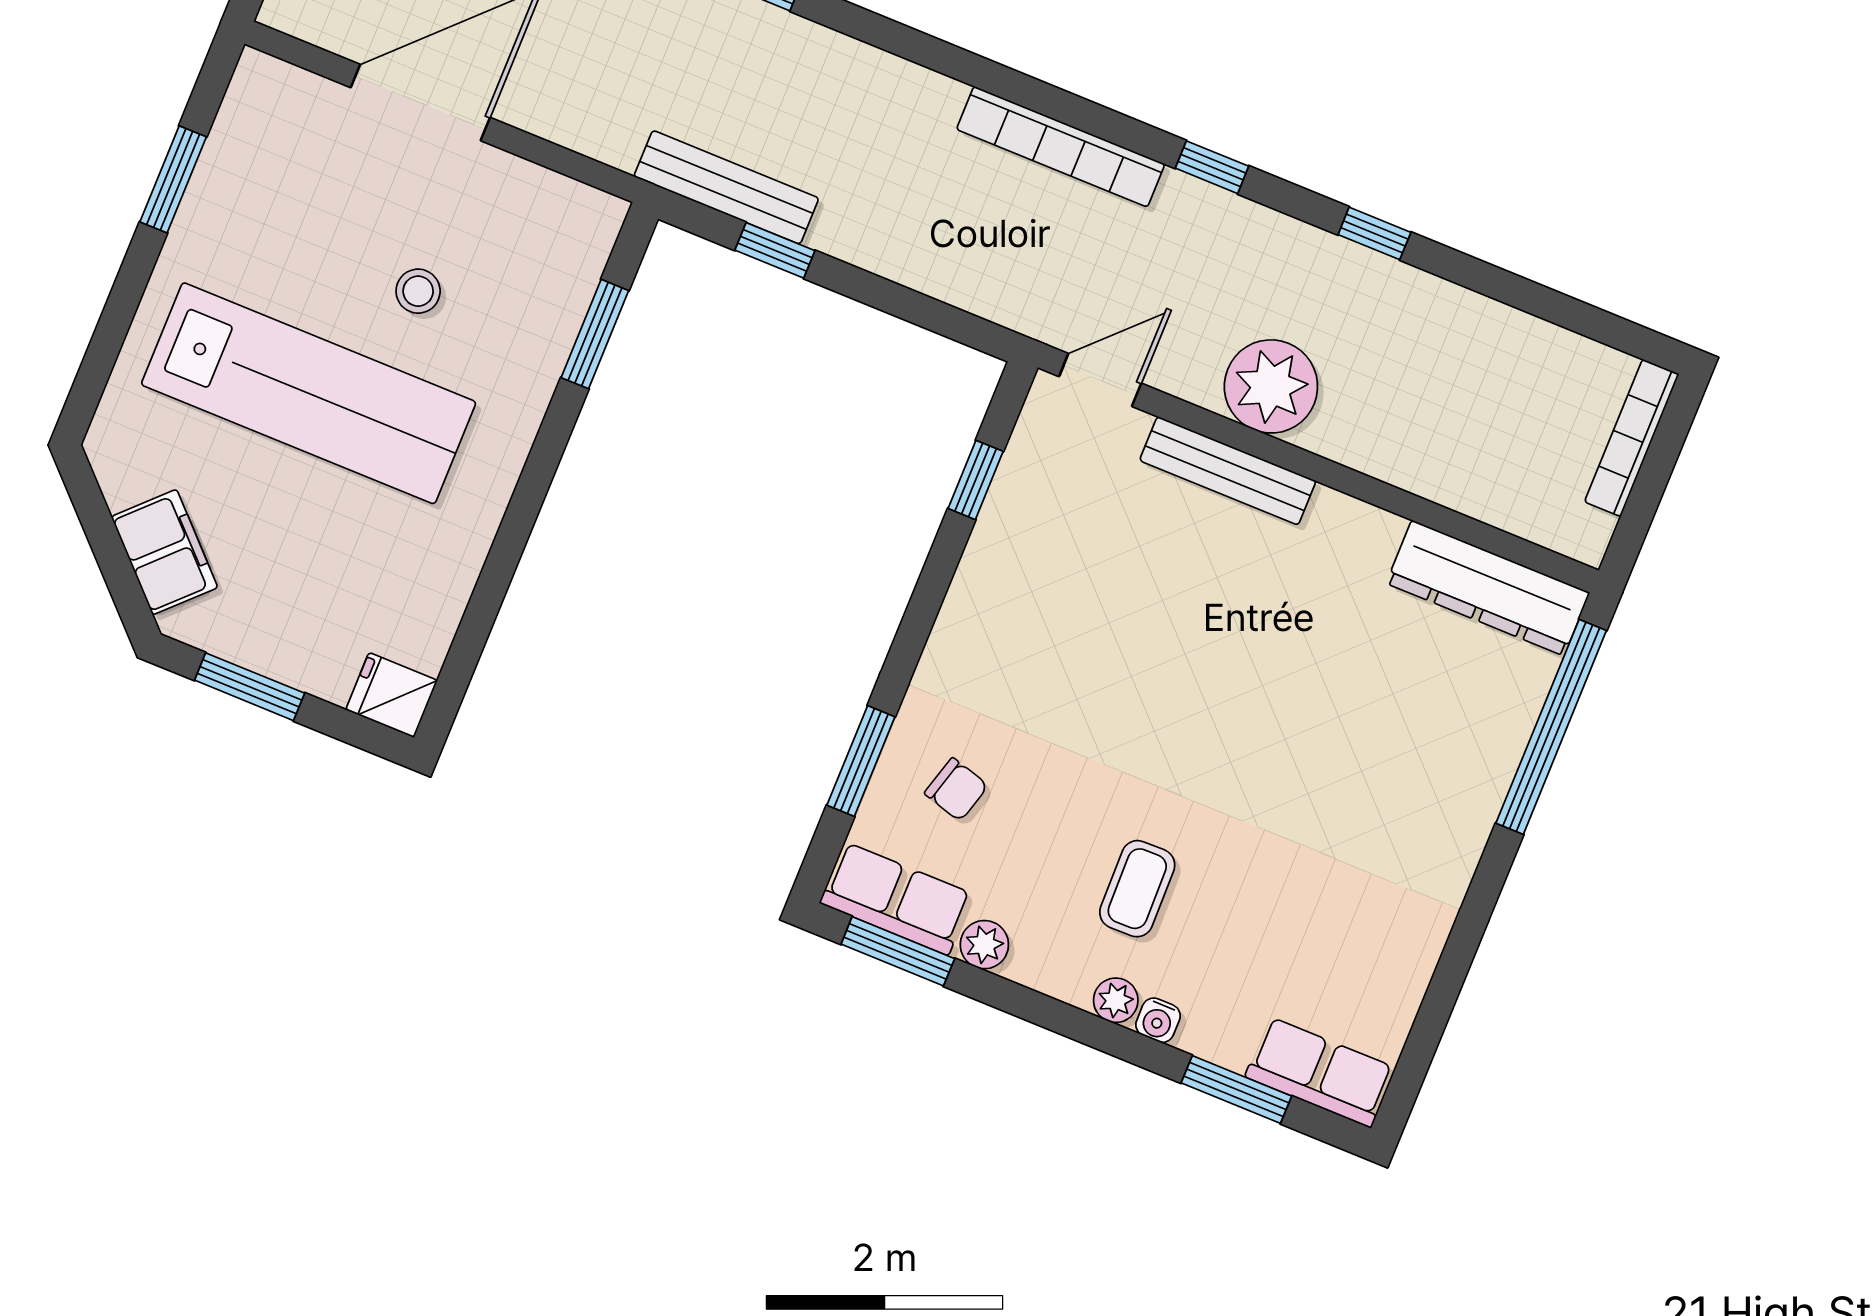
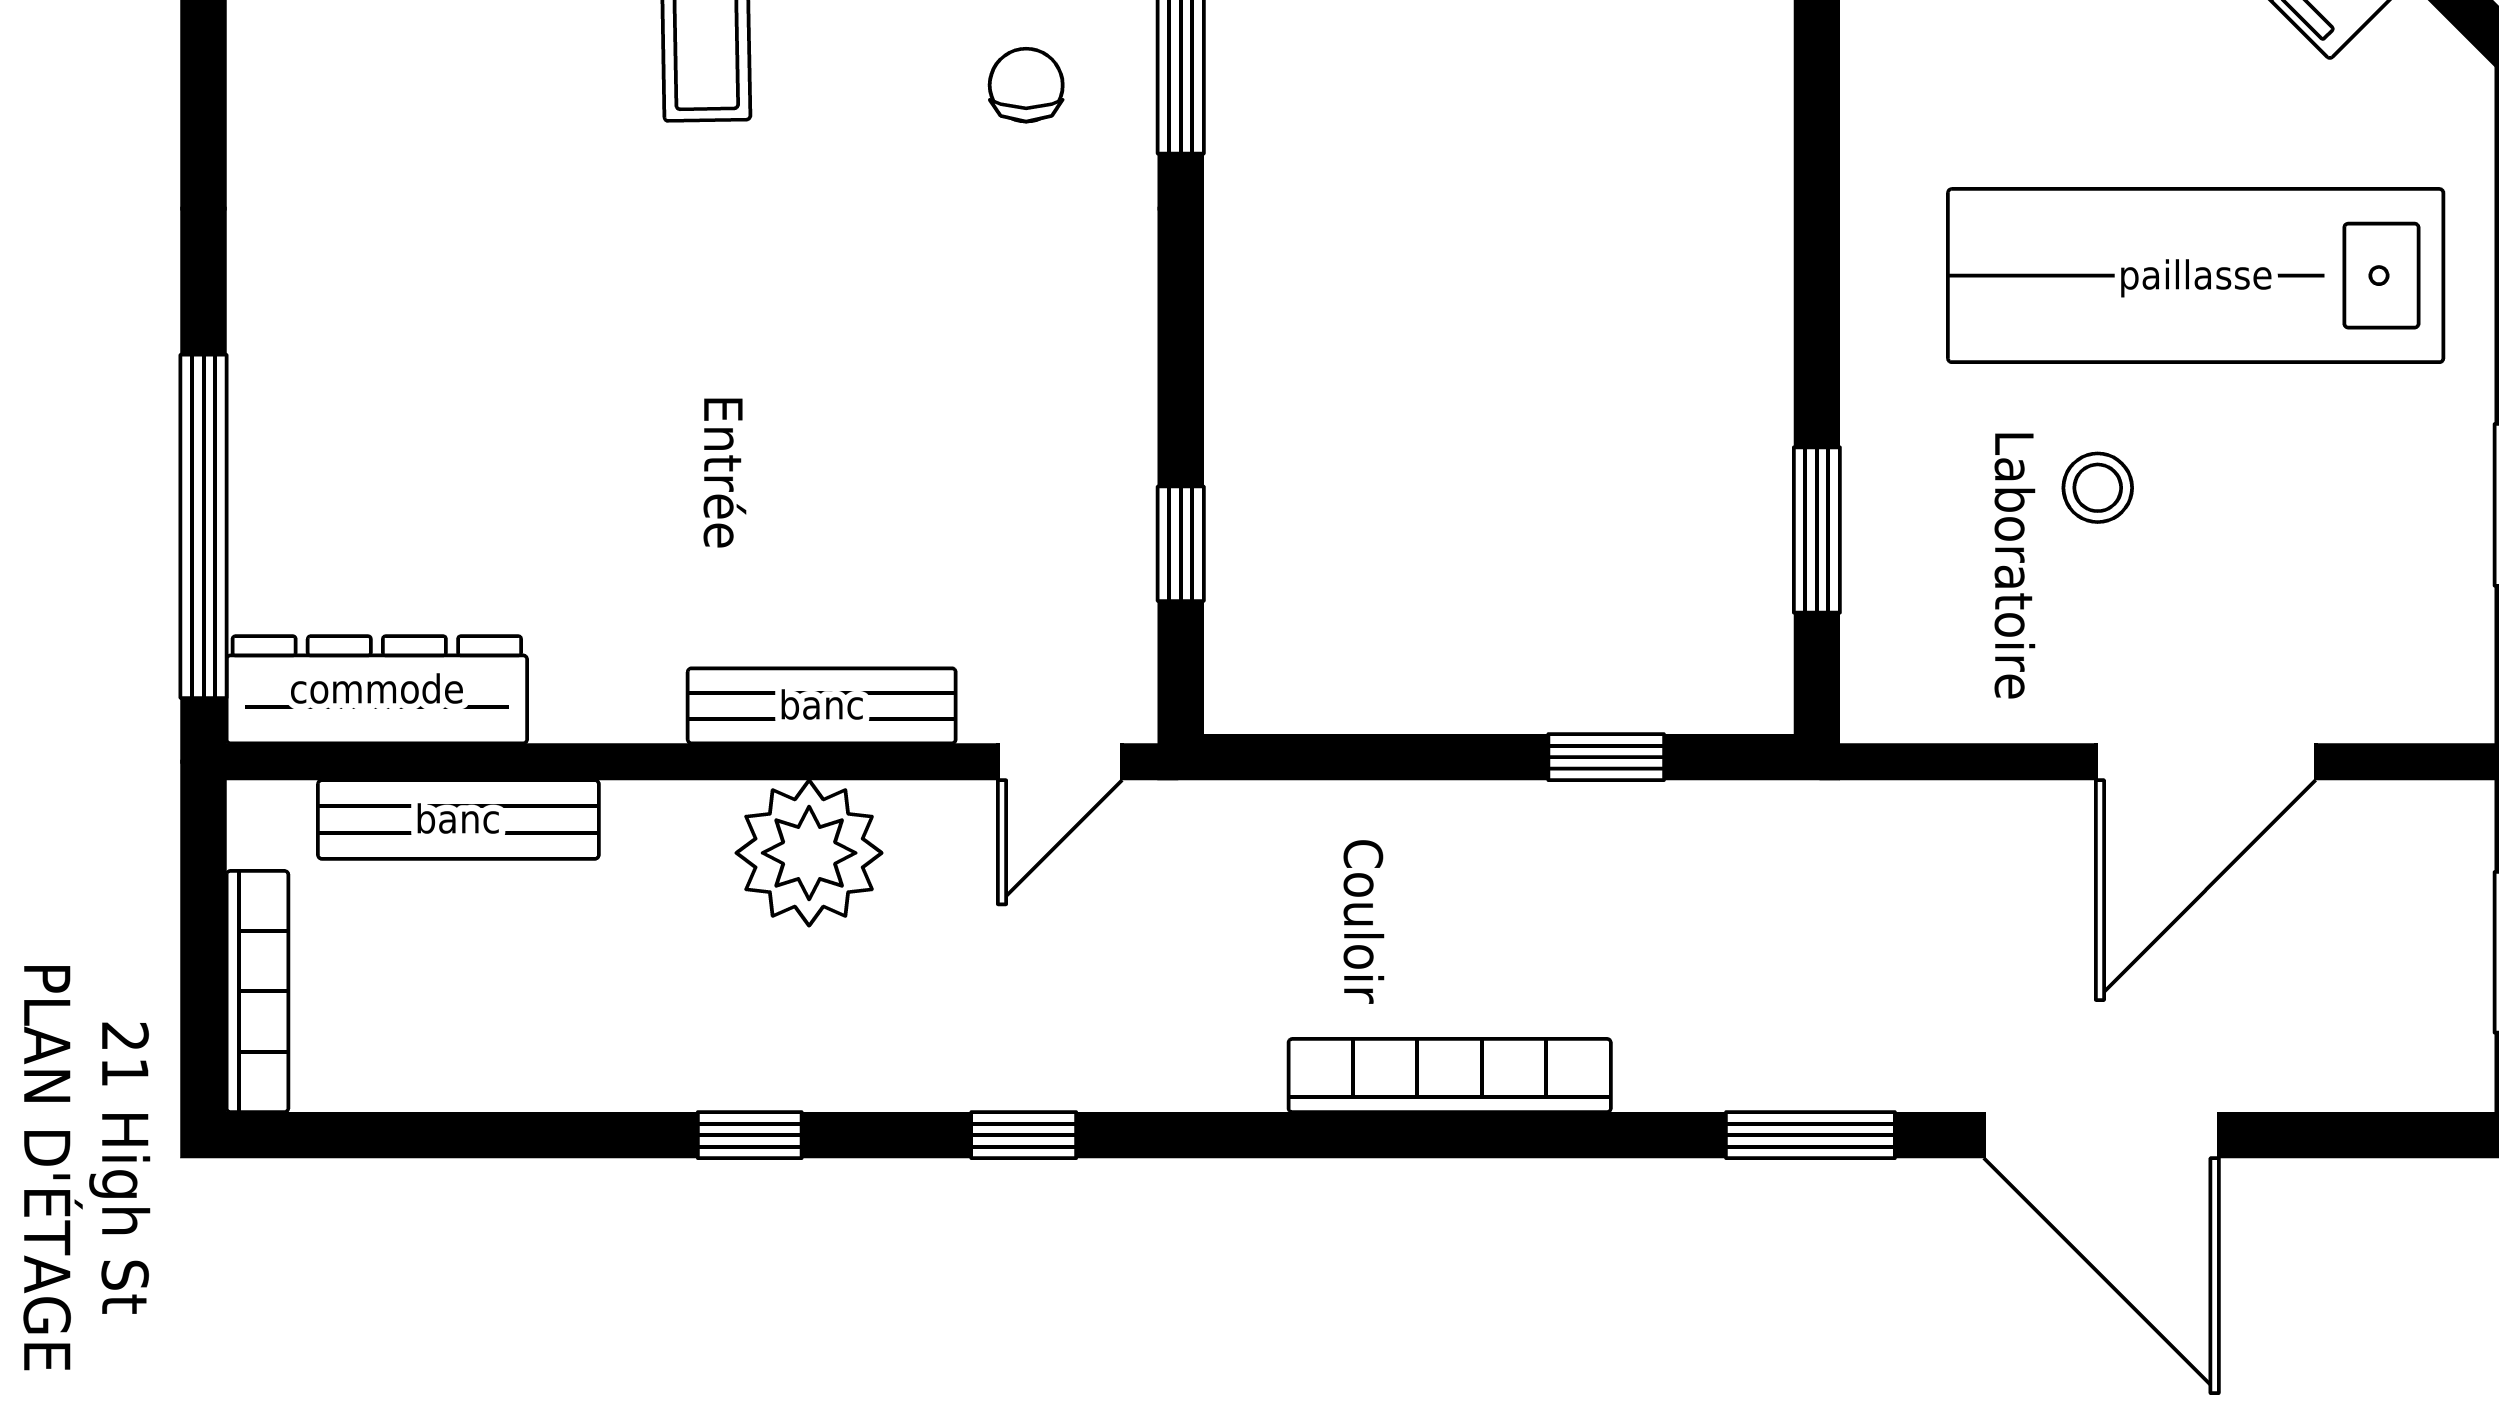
bookcase: (1061, 147) -> (1450, 1076), moved
bench: (726, 187) -> (458, 820), moved
chair: (956, 789) -> (1026, 85), turned 74

